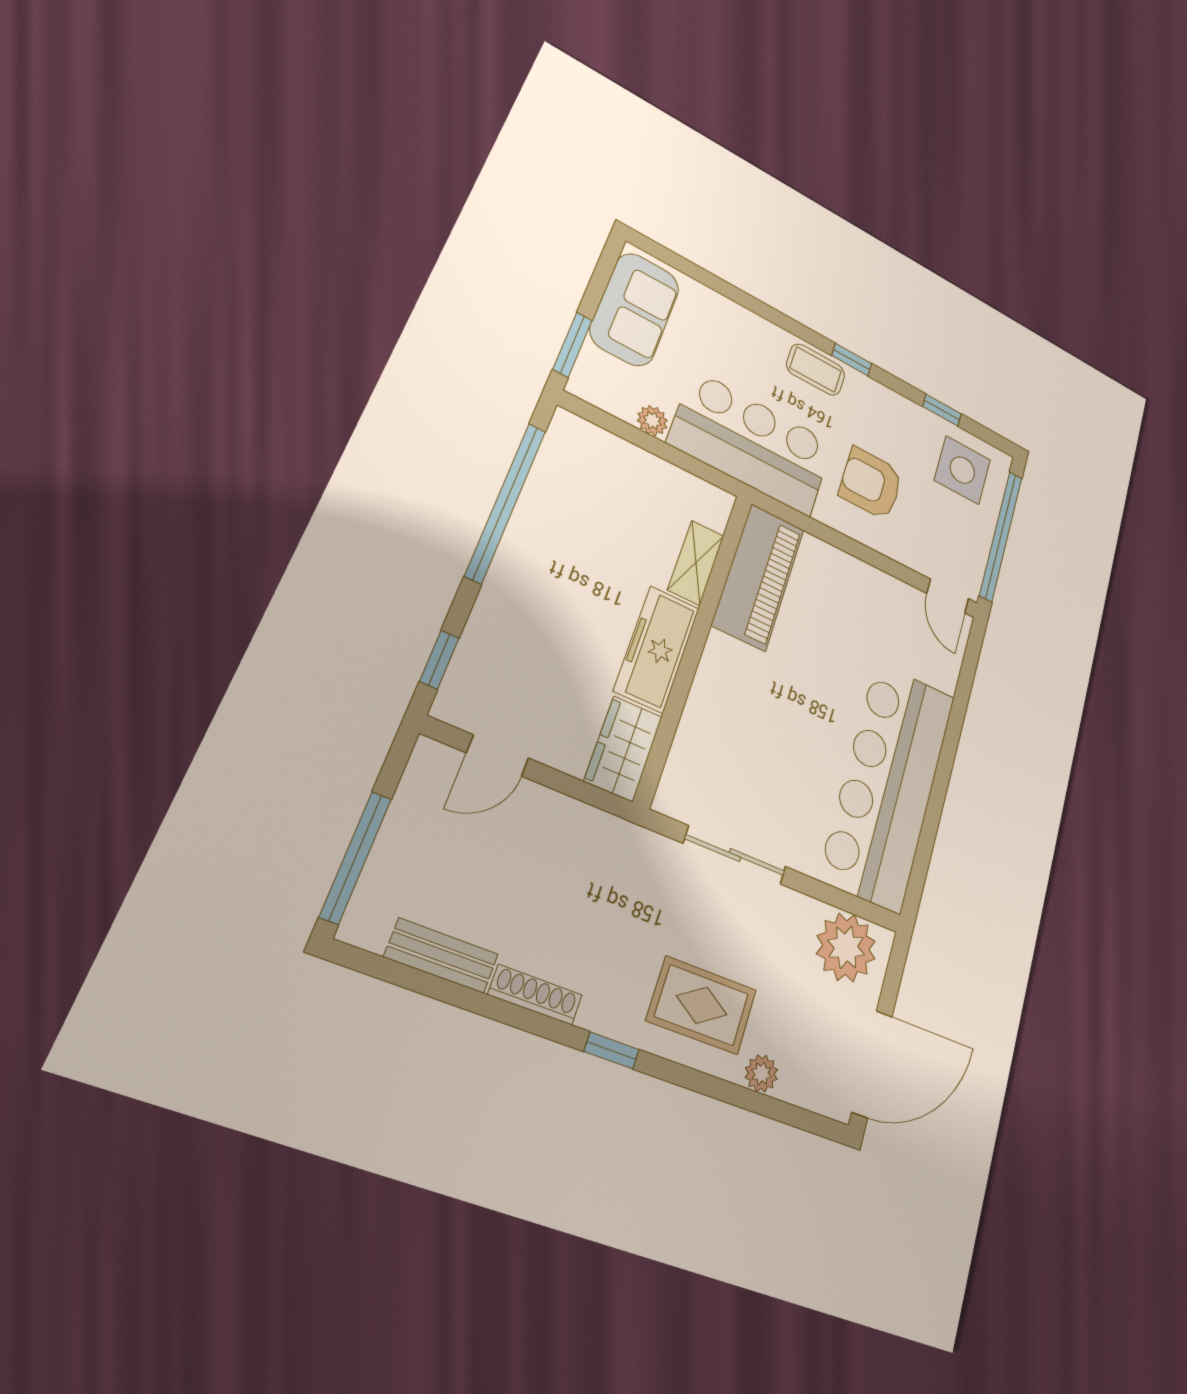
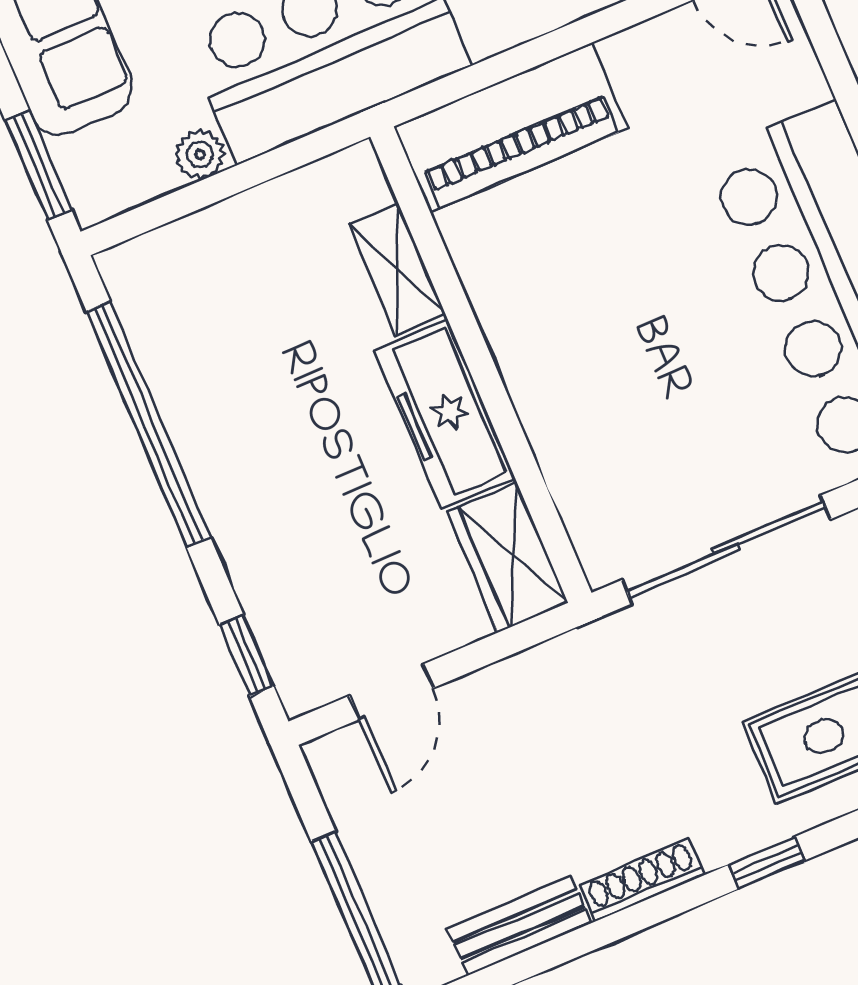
piano: (758, 577) -> (511, 128), moved, turned 90
sliding door: (735, 855) -> (726, 550), width x1.37

